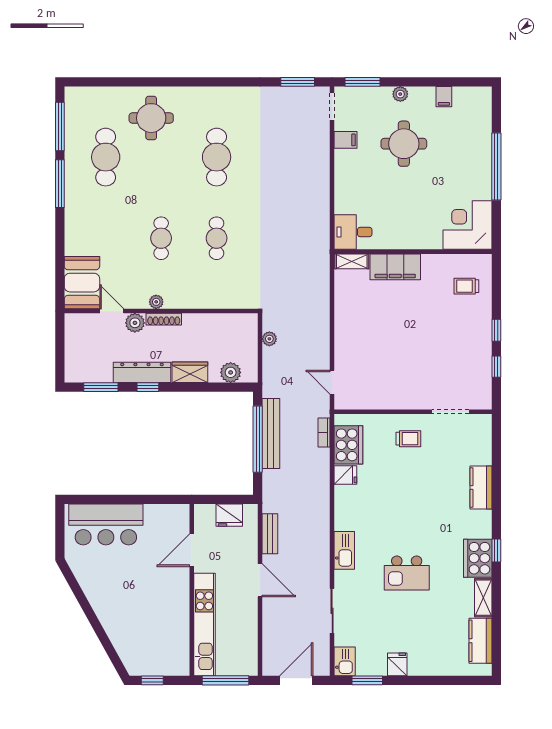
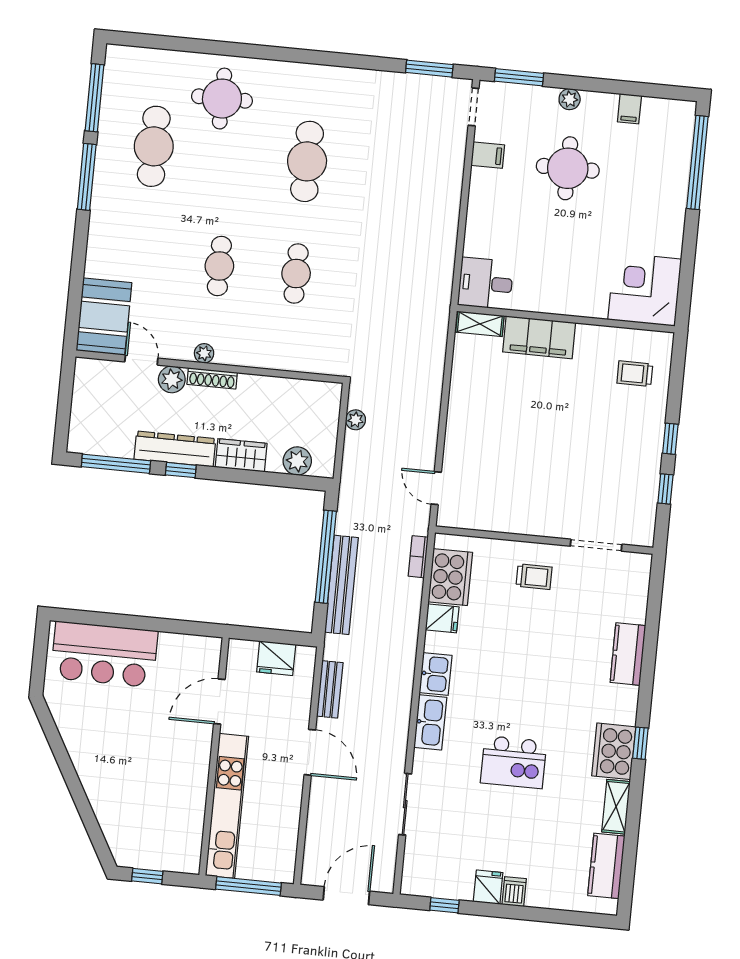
window: (496, 167) -> (697, 162), moved
window: (101, 387) -> (116, 464), width x1.44
bench: (271, 433) -> (341, 585), moved
kitchen sink: (345, 661) -> (436, 674), moved
dishwasher: (416, 666) -> (514, 892), added
window: (367, 680) -> (444, 905), width x0.67

